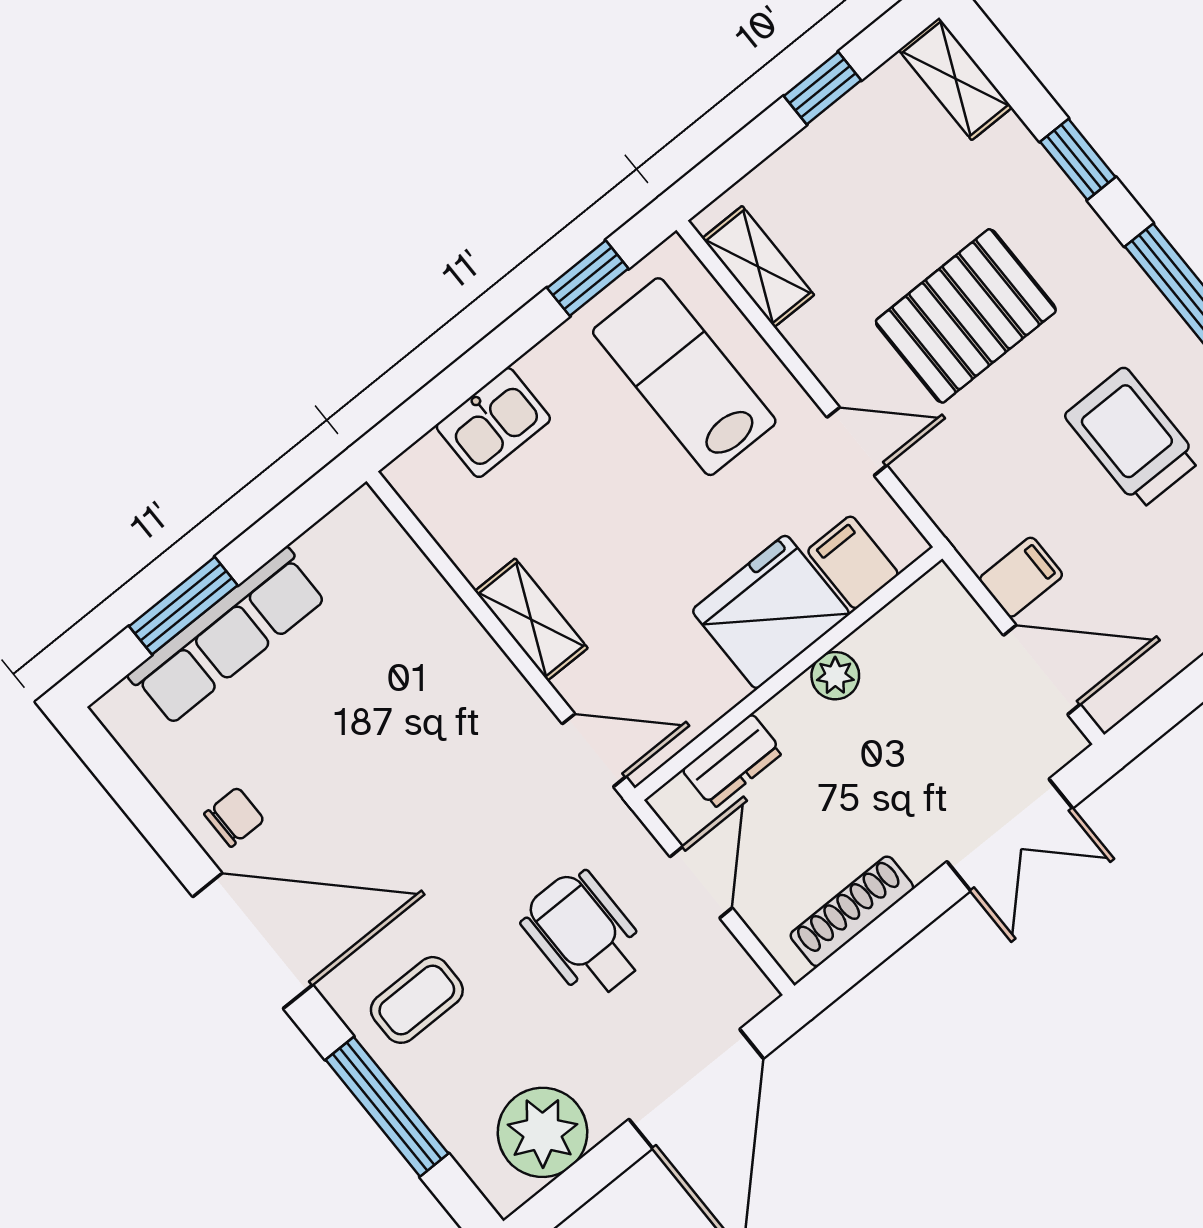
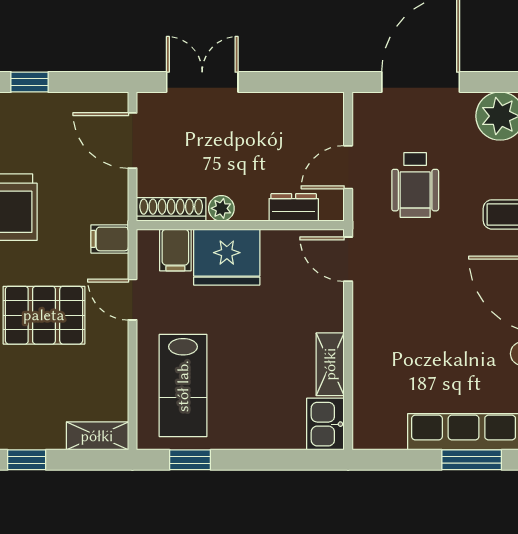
shelving: (758, 267) -> (97, 436), moved, turned 90
kitchen sink: (493, 423) -> (325, 424), moved, turned -90
filing cabinet: (1021, 577) -> (110, 239), moved
shelving: (531, 620) -> (330, 364), moved
shoe rack: (852, 911) -> (171, 209), moved, turned 180

